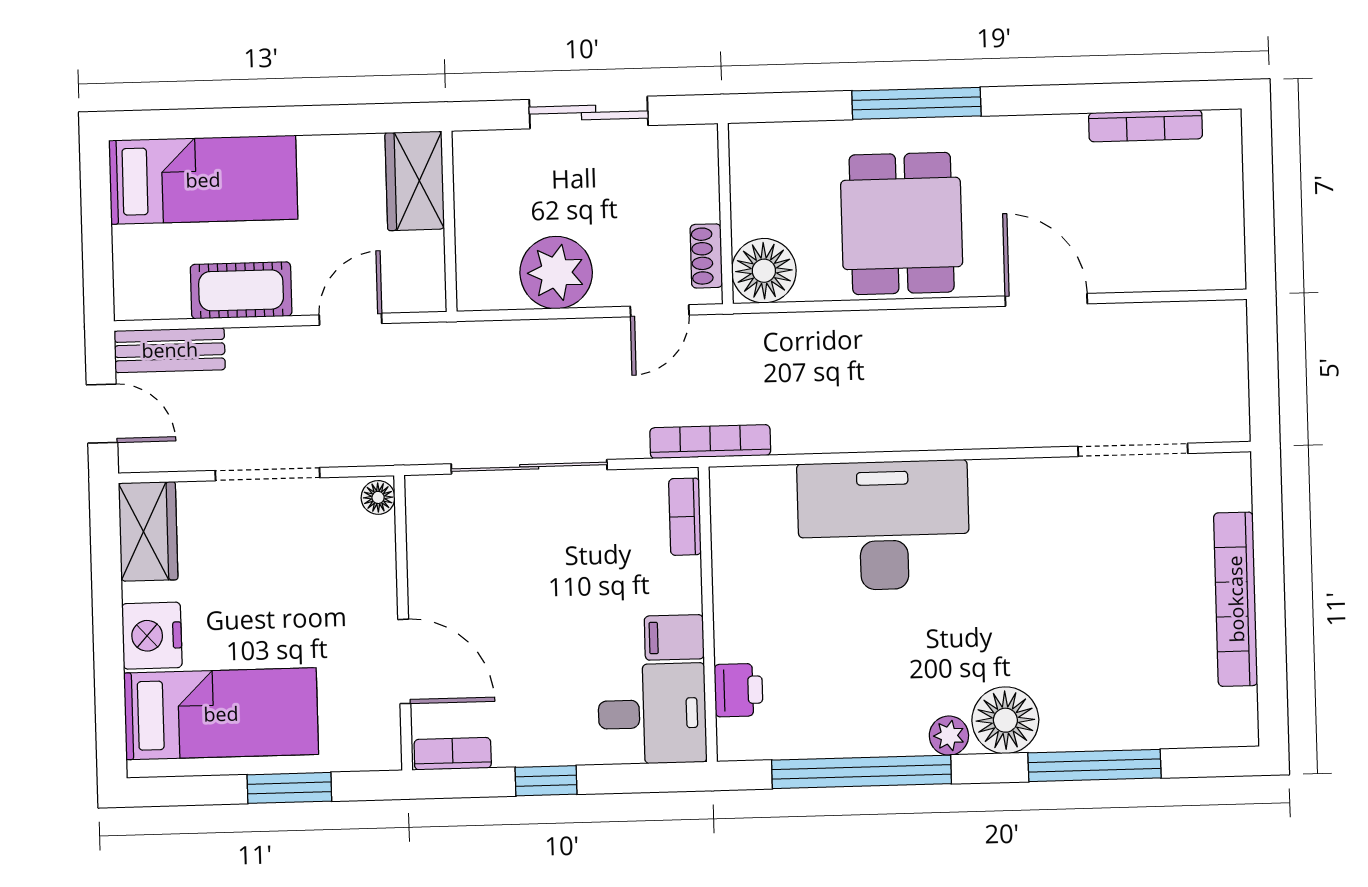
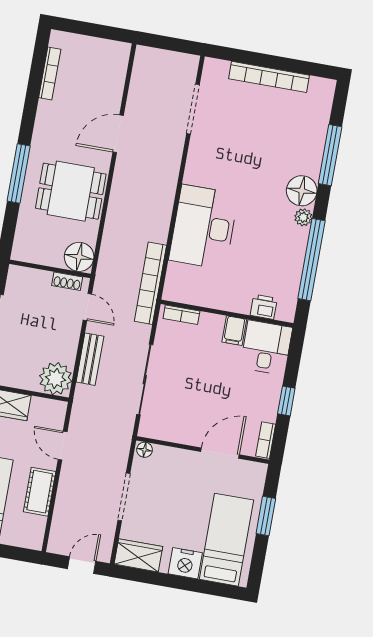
plant: (556, 273) -> (56, 379), moved
bench: (170, 350) -> (90, 359), moved
bookcase: (710, 442) -> (150, 283), width x1.48, depth x1.31

